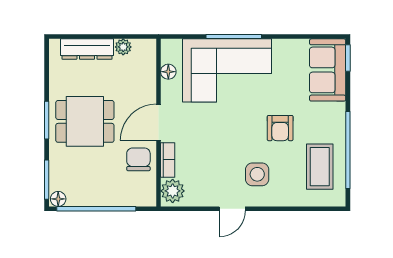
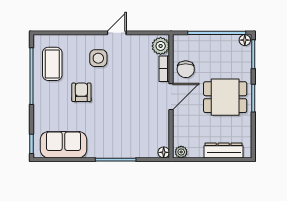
plant: (123, 47) -> (181, 152), moved
corner sofa: (227, 70) -> (121, 135), removed
sofa: (328, 70) -> (63, 145), moved, turned -90
floor lamp: (168, 72) -> (164, 152), moved

